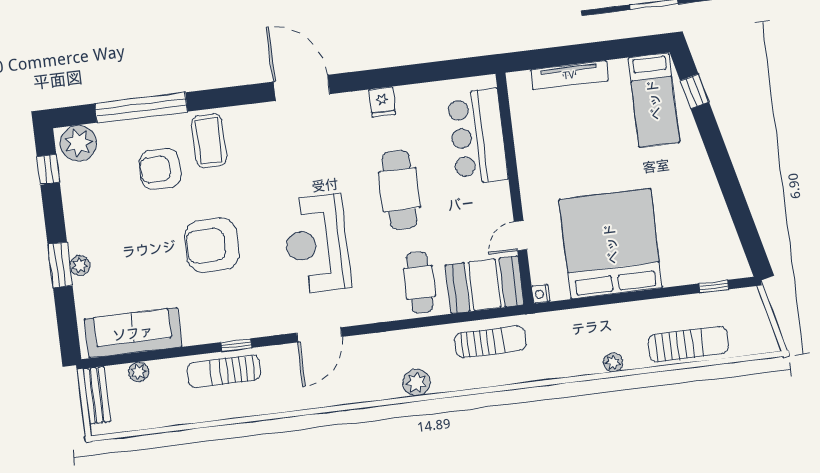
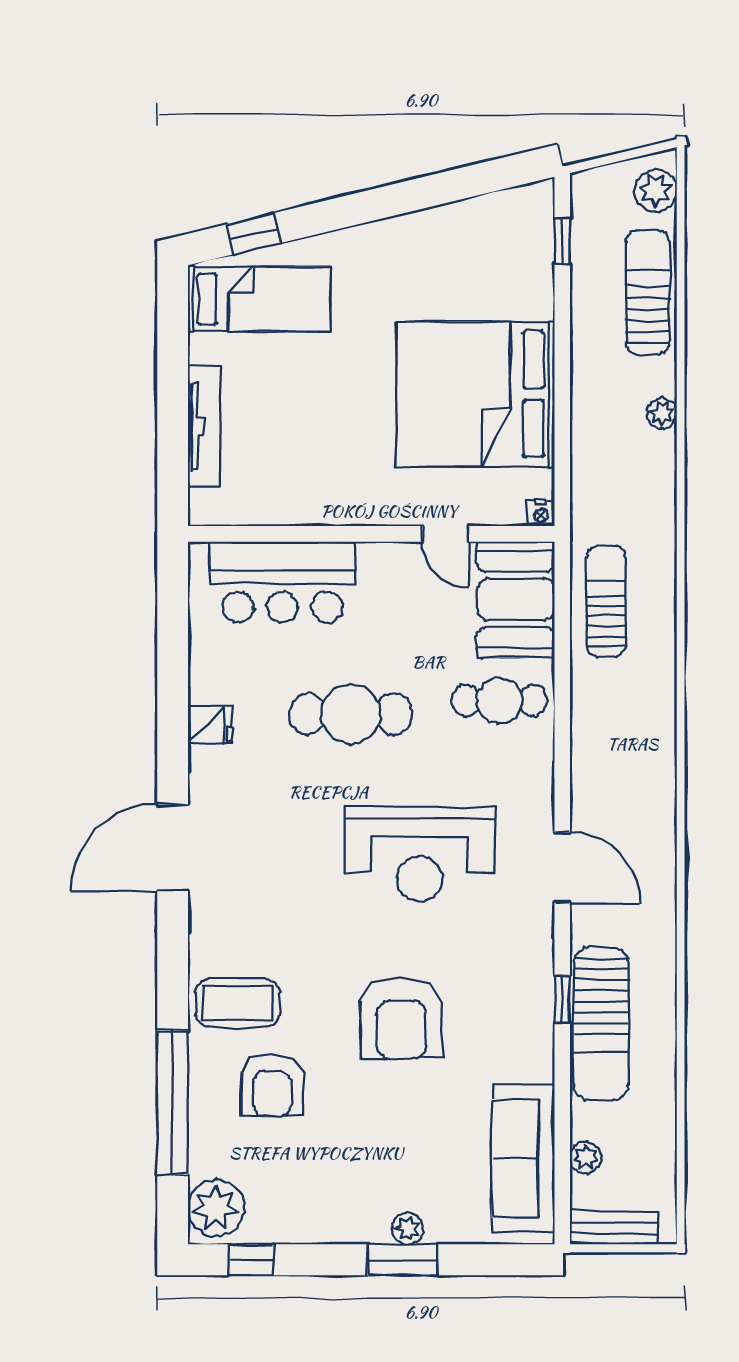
sun lounger: (224, 371) -> (601, 1024), width x1.36, depth x1.34
plant: (416, 383) -> (656, 190), moved

